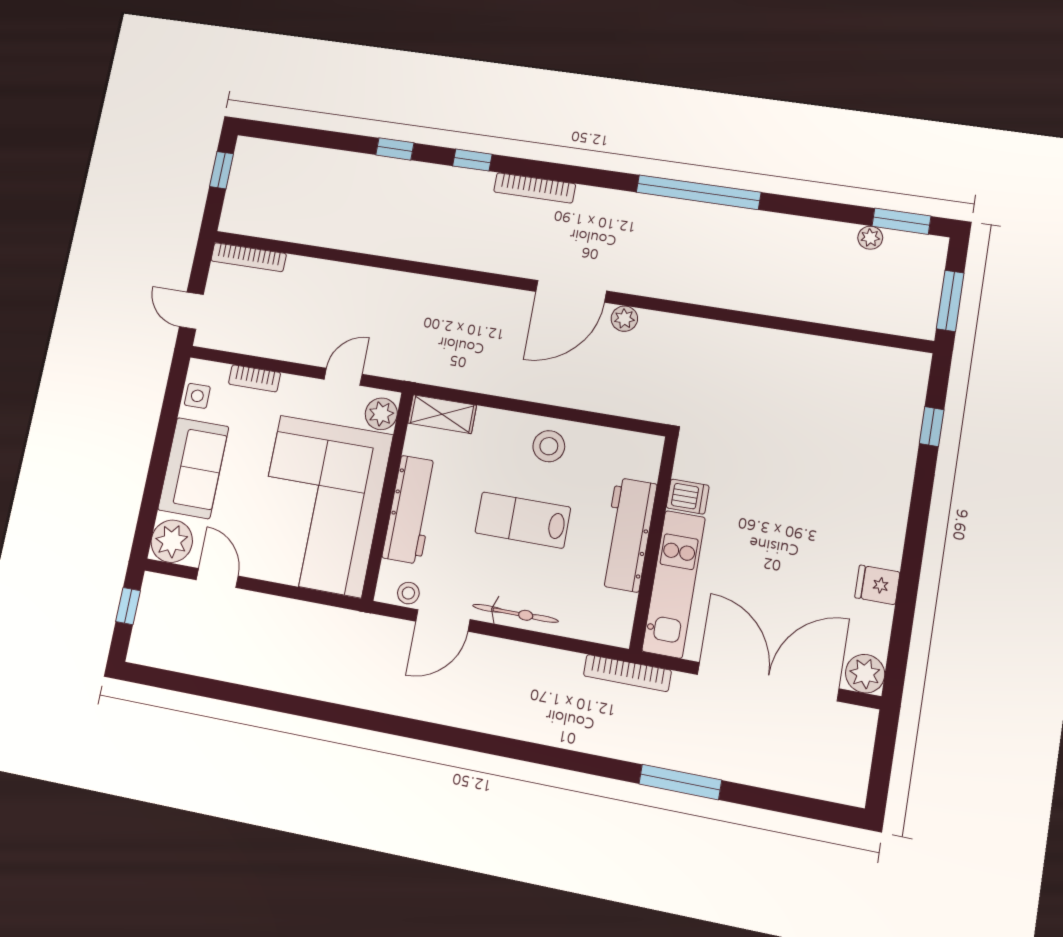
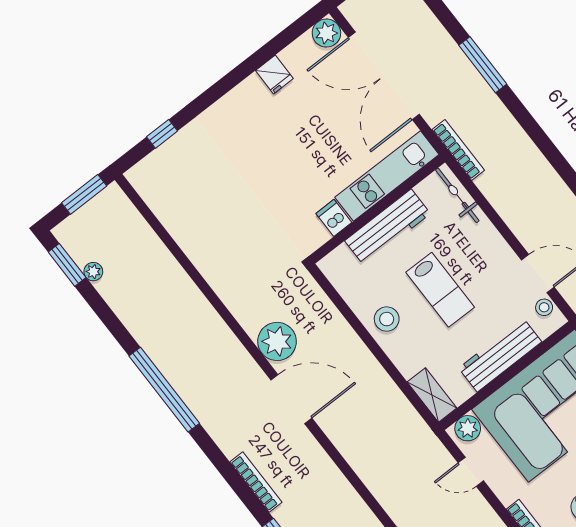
plant: (624, 319) -> (277, 341), width x1.87, depth x1.87
bicycle: (515, 613) -> (457, 195), moved

